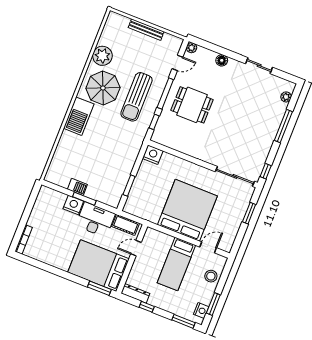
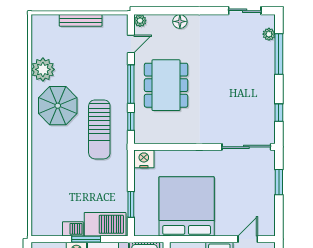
sliding door: (259, 66) -> (245, 11), moved
sun lounger: (137, 97) -> (99, 129), moved
dining table: (192, 105) -> (166, 85), width x1.38
barbecue: (79, 116) -> (105, 224), moved, turned -90
window: (283, 126) -> (279, 54), moved
window: (266, 171) -> (279, 113), moved
bed: (187, 210) -> (187, 206), moved

